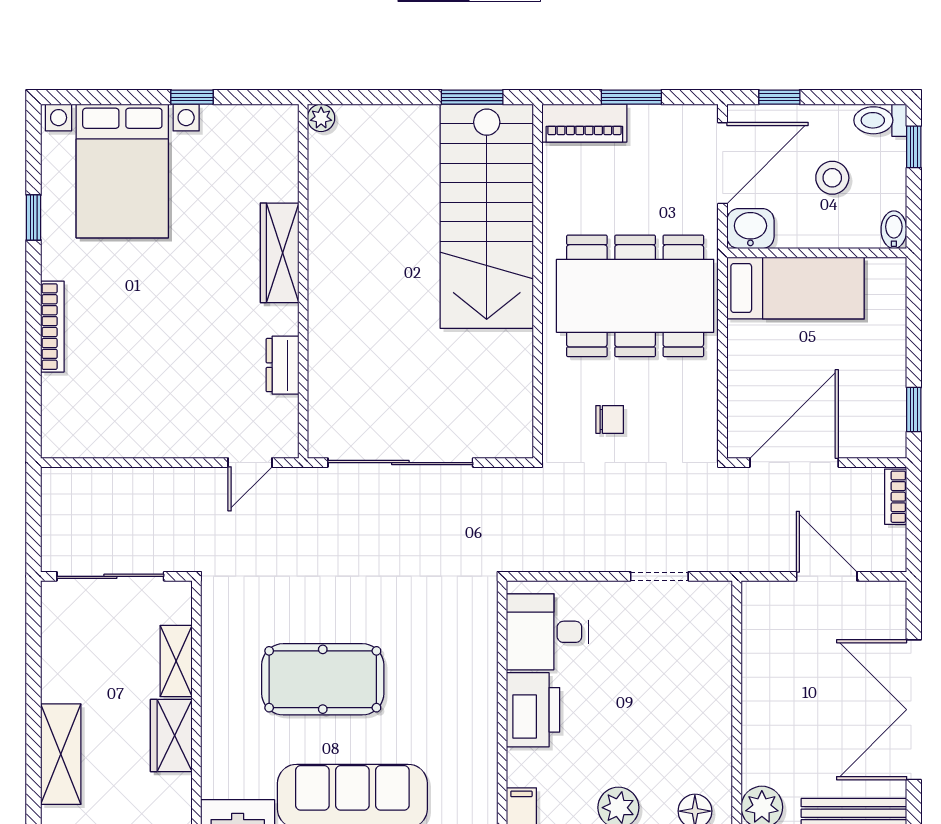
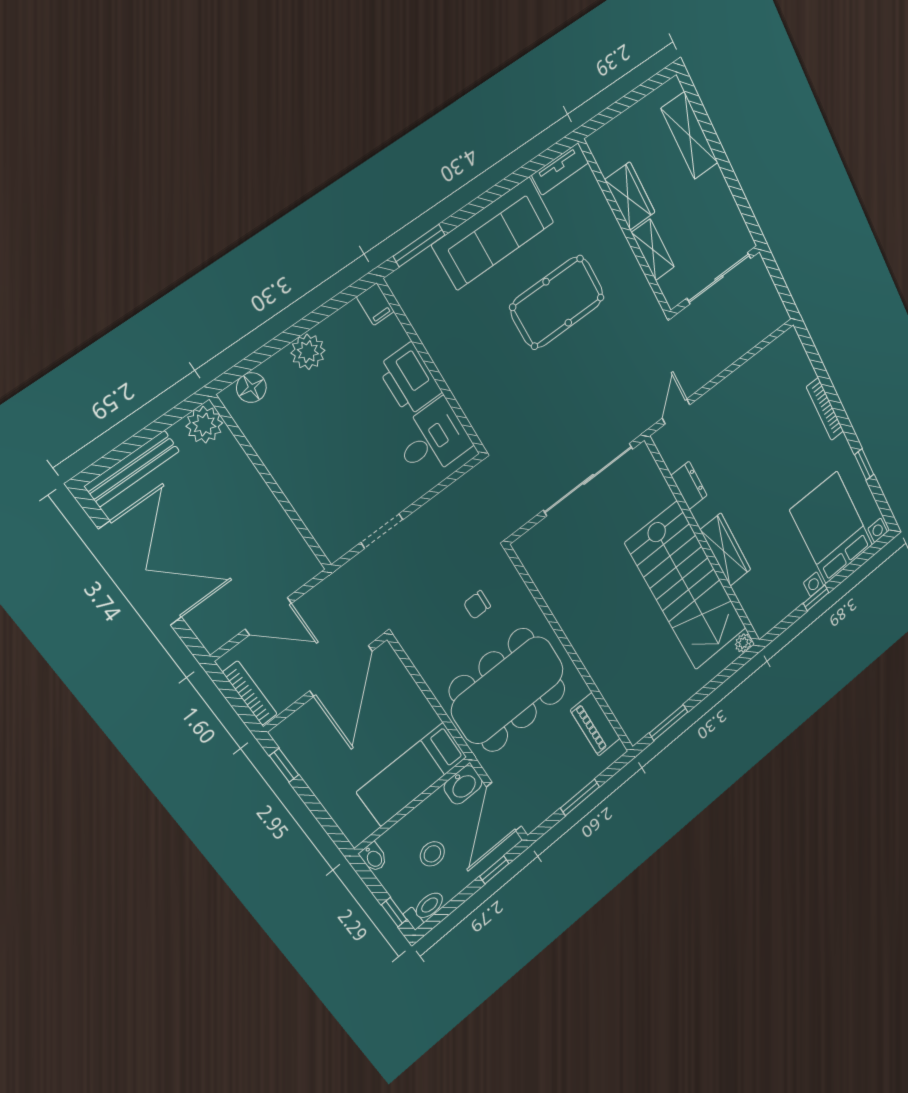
piano: (584, 123) -> (595, 724), moved, turned -90
stairs: (487, 216) -> (687, 587), moved, turned 180
bookcase: (896, 497) -> (250, 693), width x1.56

